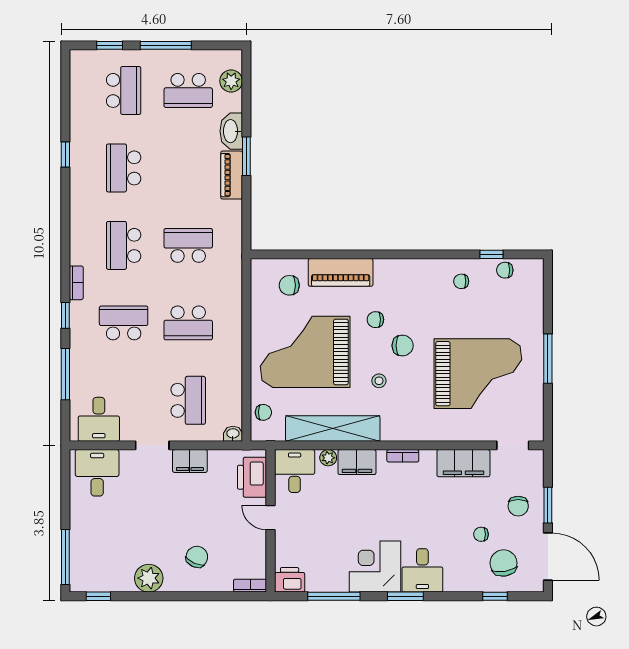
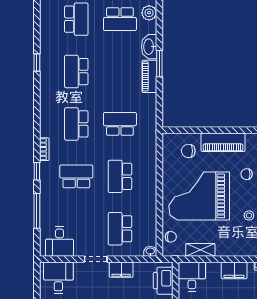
school desk: (188, 323) -> (120, 176), turned 90
school desk: (188, 400) -> (120, 229), turned 180
shelving: (333, 429) -> (200, 250), width x0.45, depth x0.75
plant: (328, 458) -> (215, 268), removed

